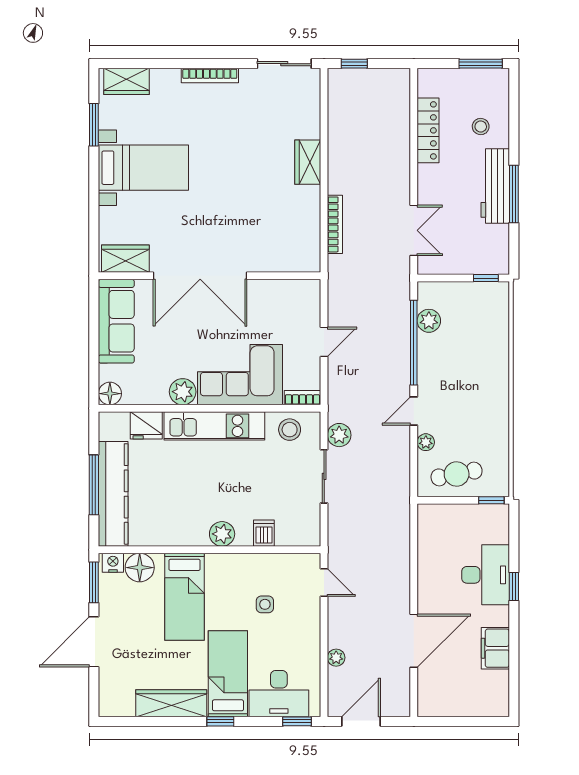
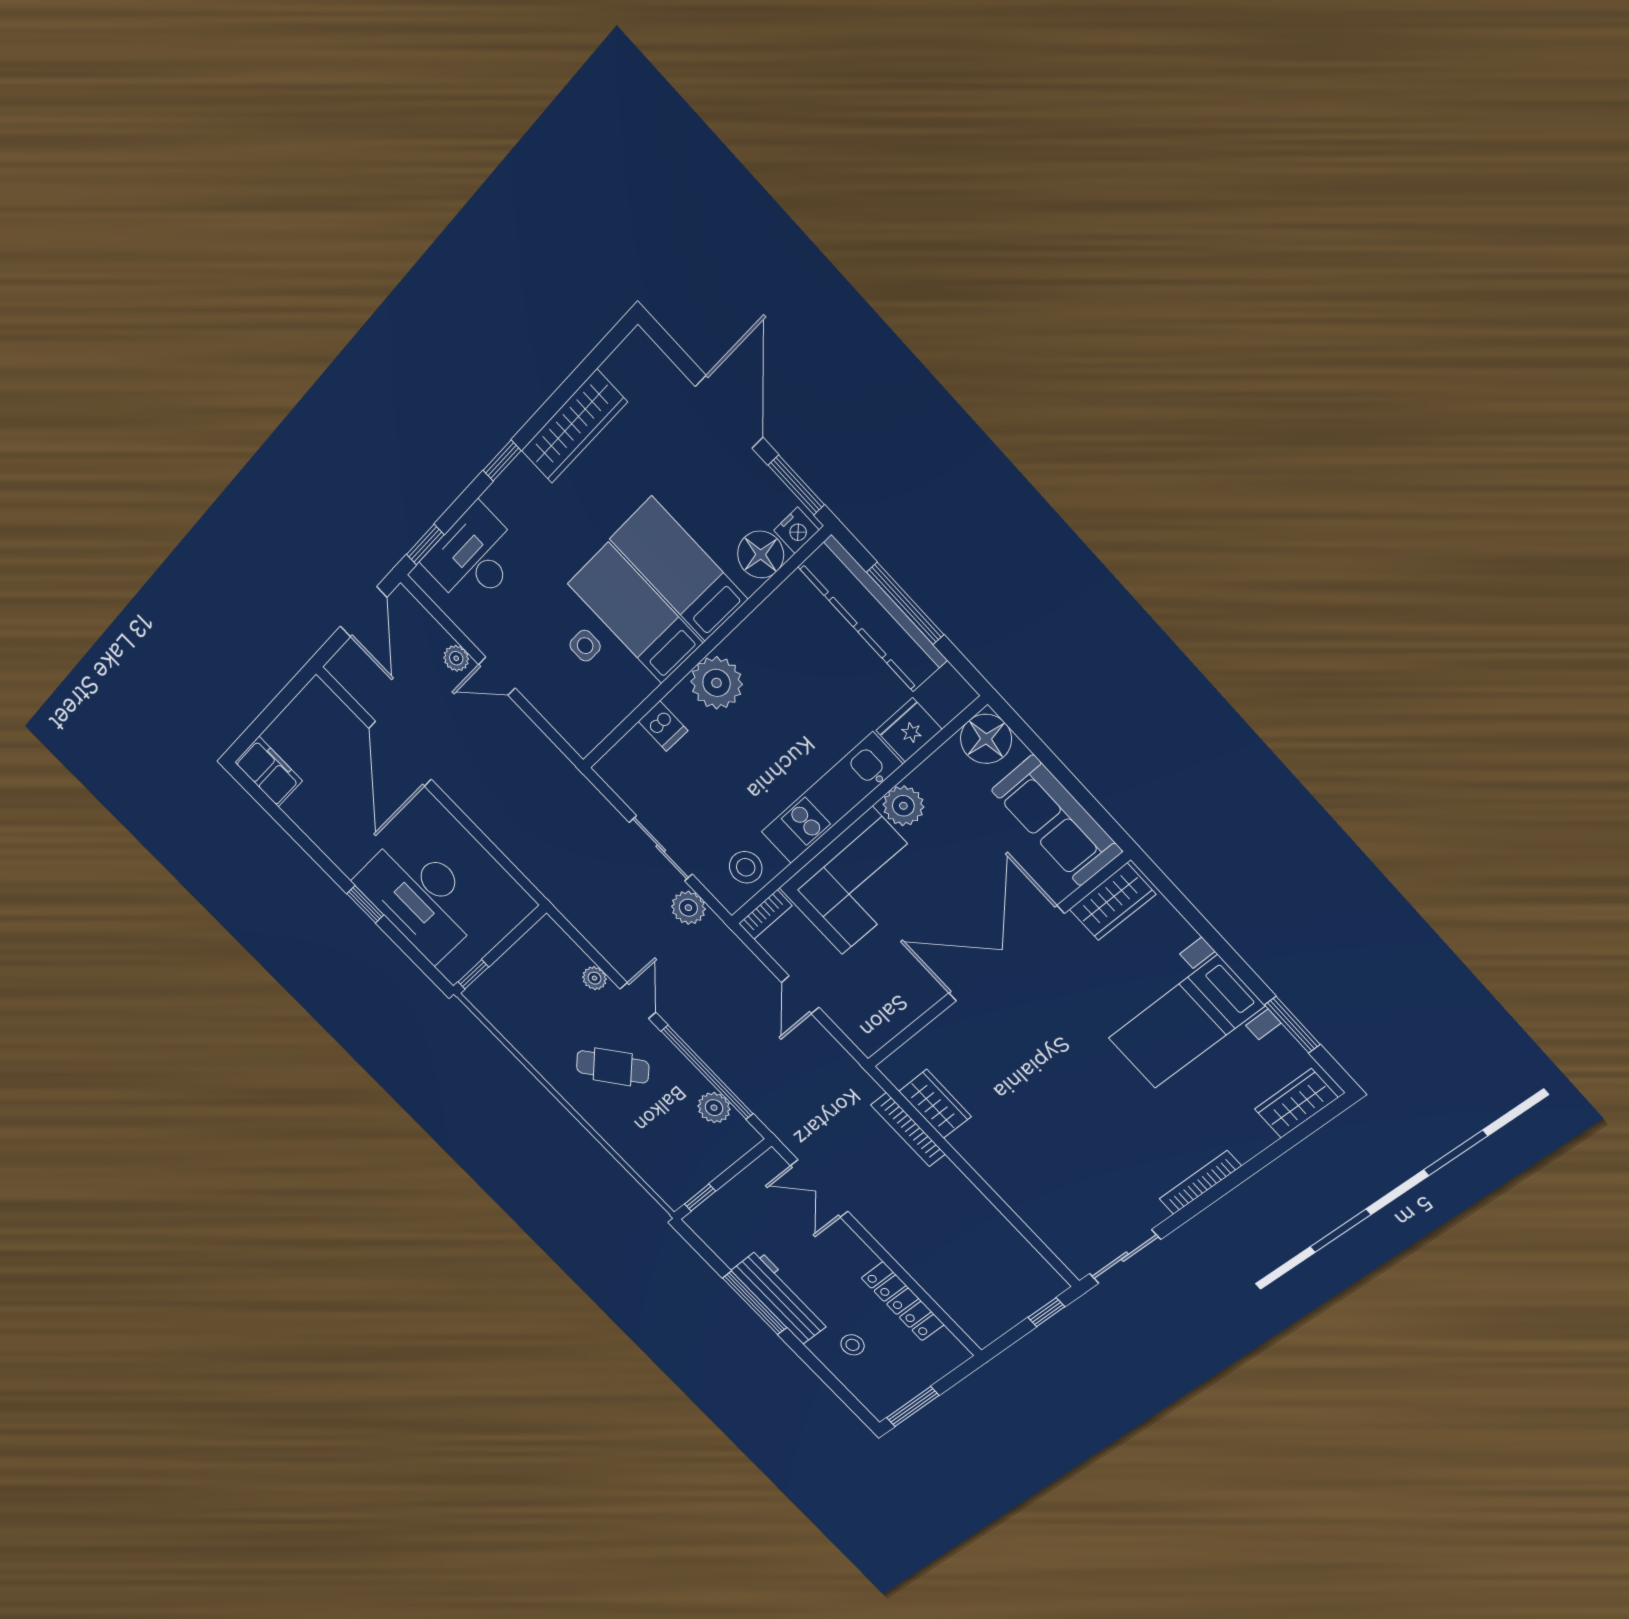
wardrobe: (308, 162) -> (935, 1104), moved
floor lamp: (110, 394) -> (986, 739), width x1.38, depth x1.38
cafe table: (457, 474) -> (613, 1067), moved, turned 60
plant: (222, 534) -> (717, 683), width x1.36, depth x1.36
desk: (486, 575) -> (420, 897), width x1.36, depth x1.30
door: (324, 583) -> (497, 676), moved
filing cabinet: (495, 648) -> (269, 772), moved
bed: (228, 674) -> (635, 613), moved, turned 180

